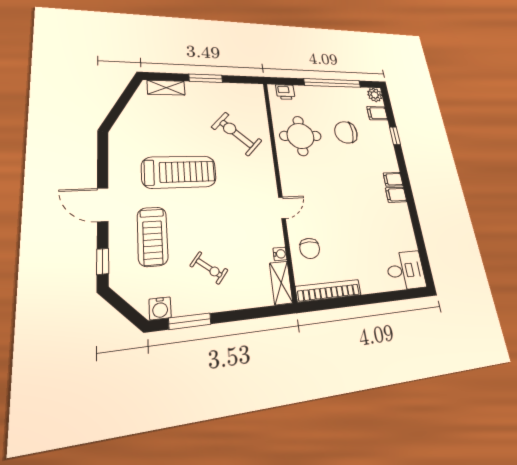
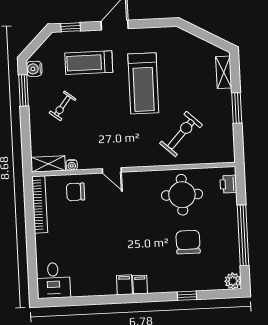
filing cabinet: (377, 113) -> (211, 280), removed

